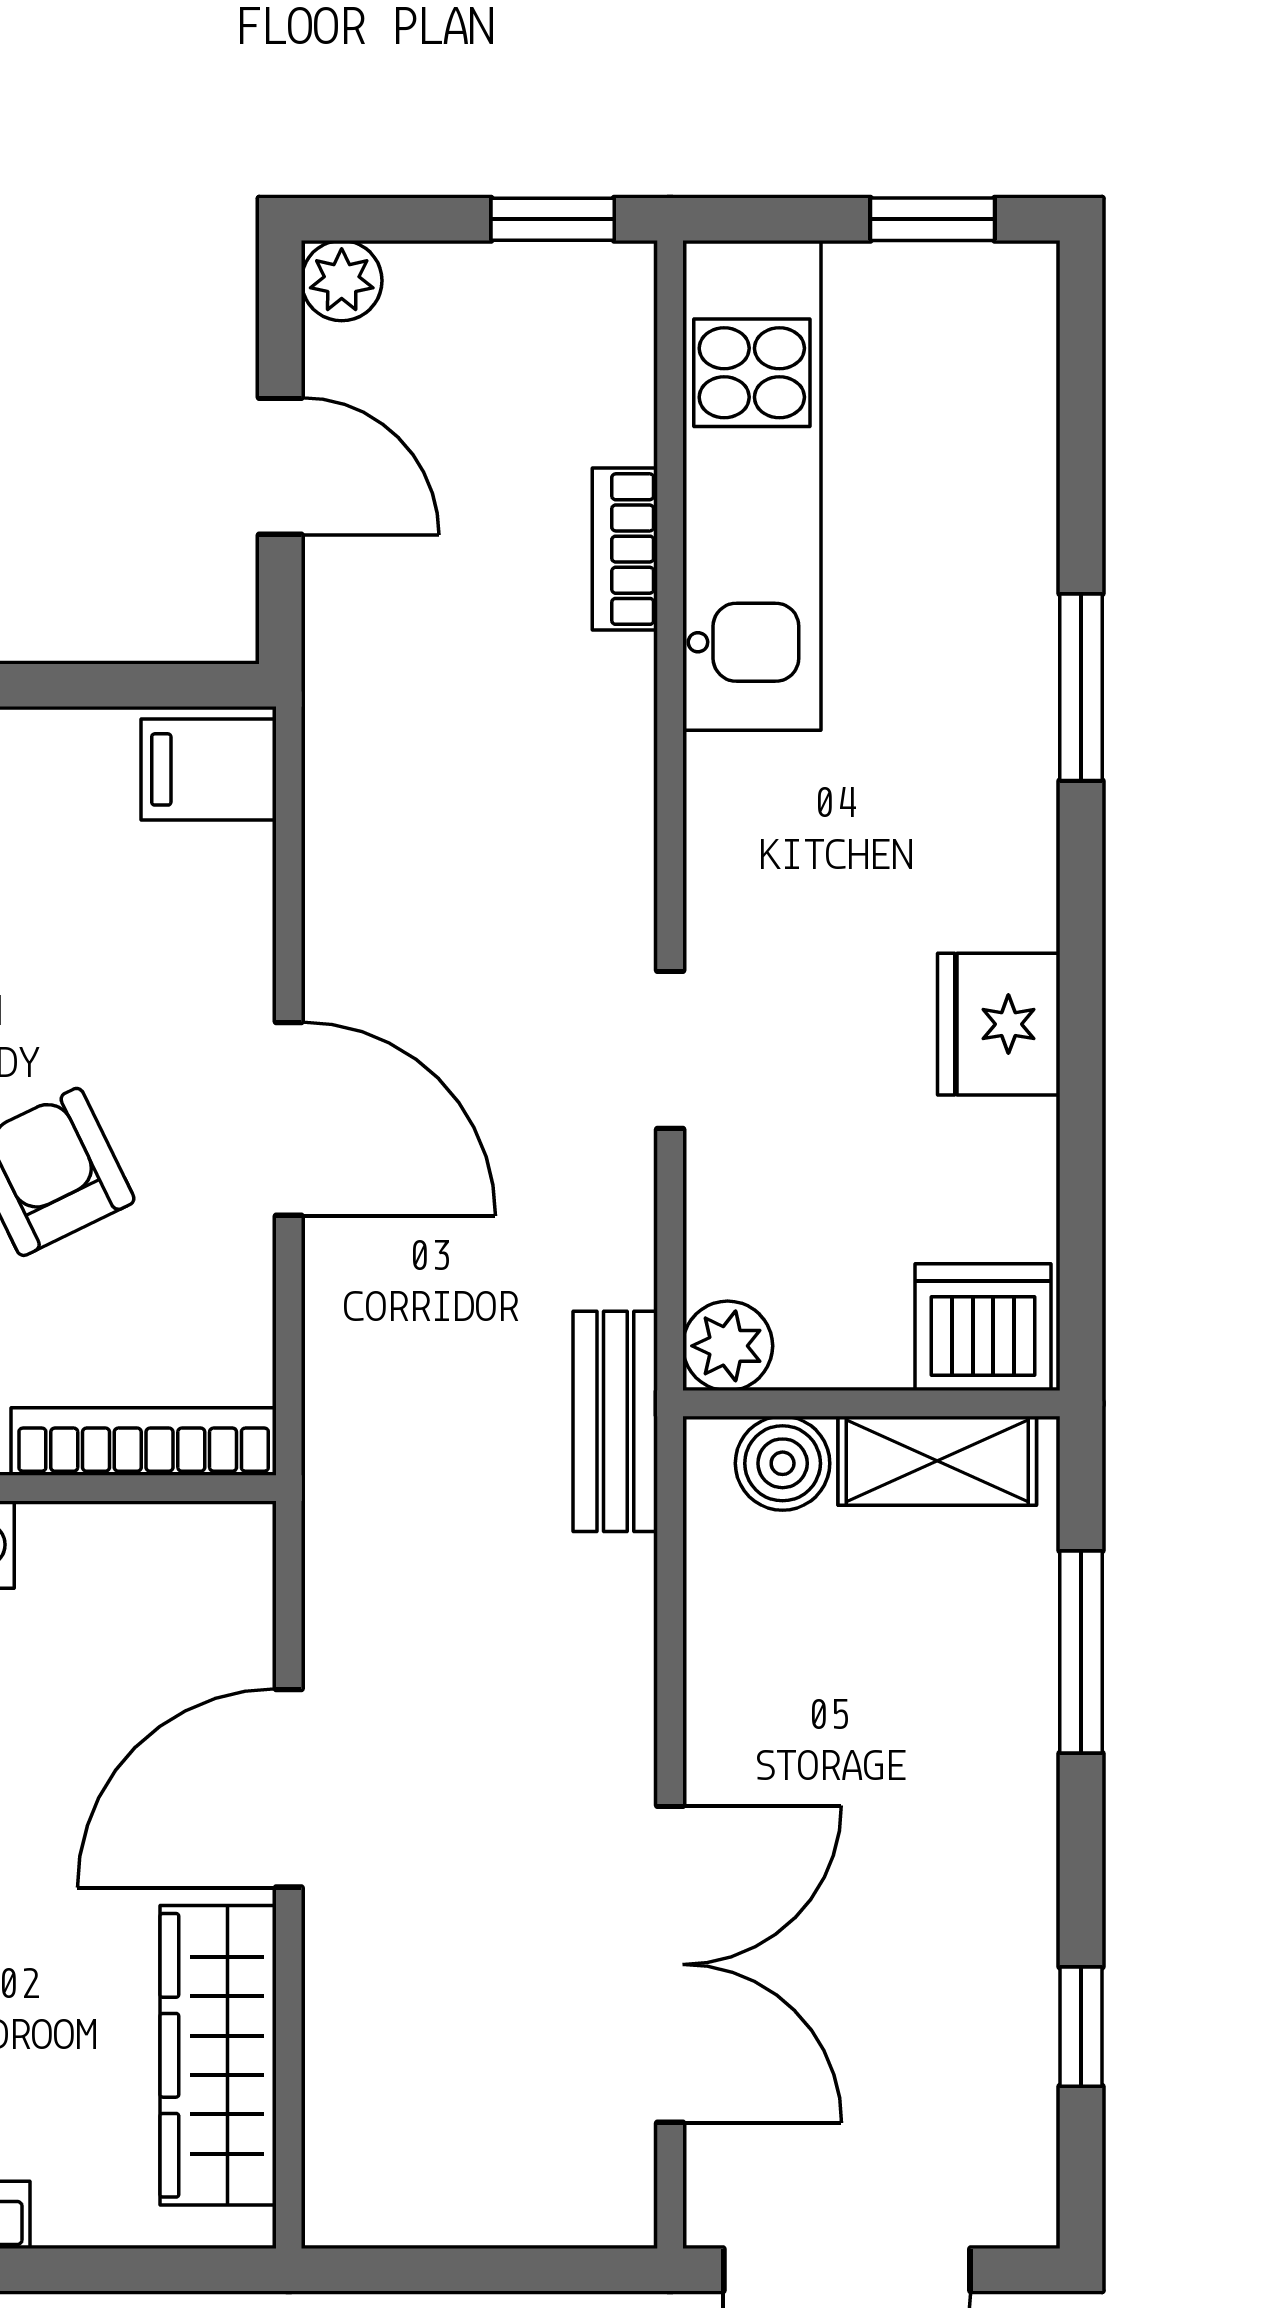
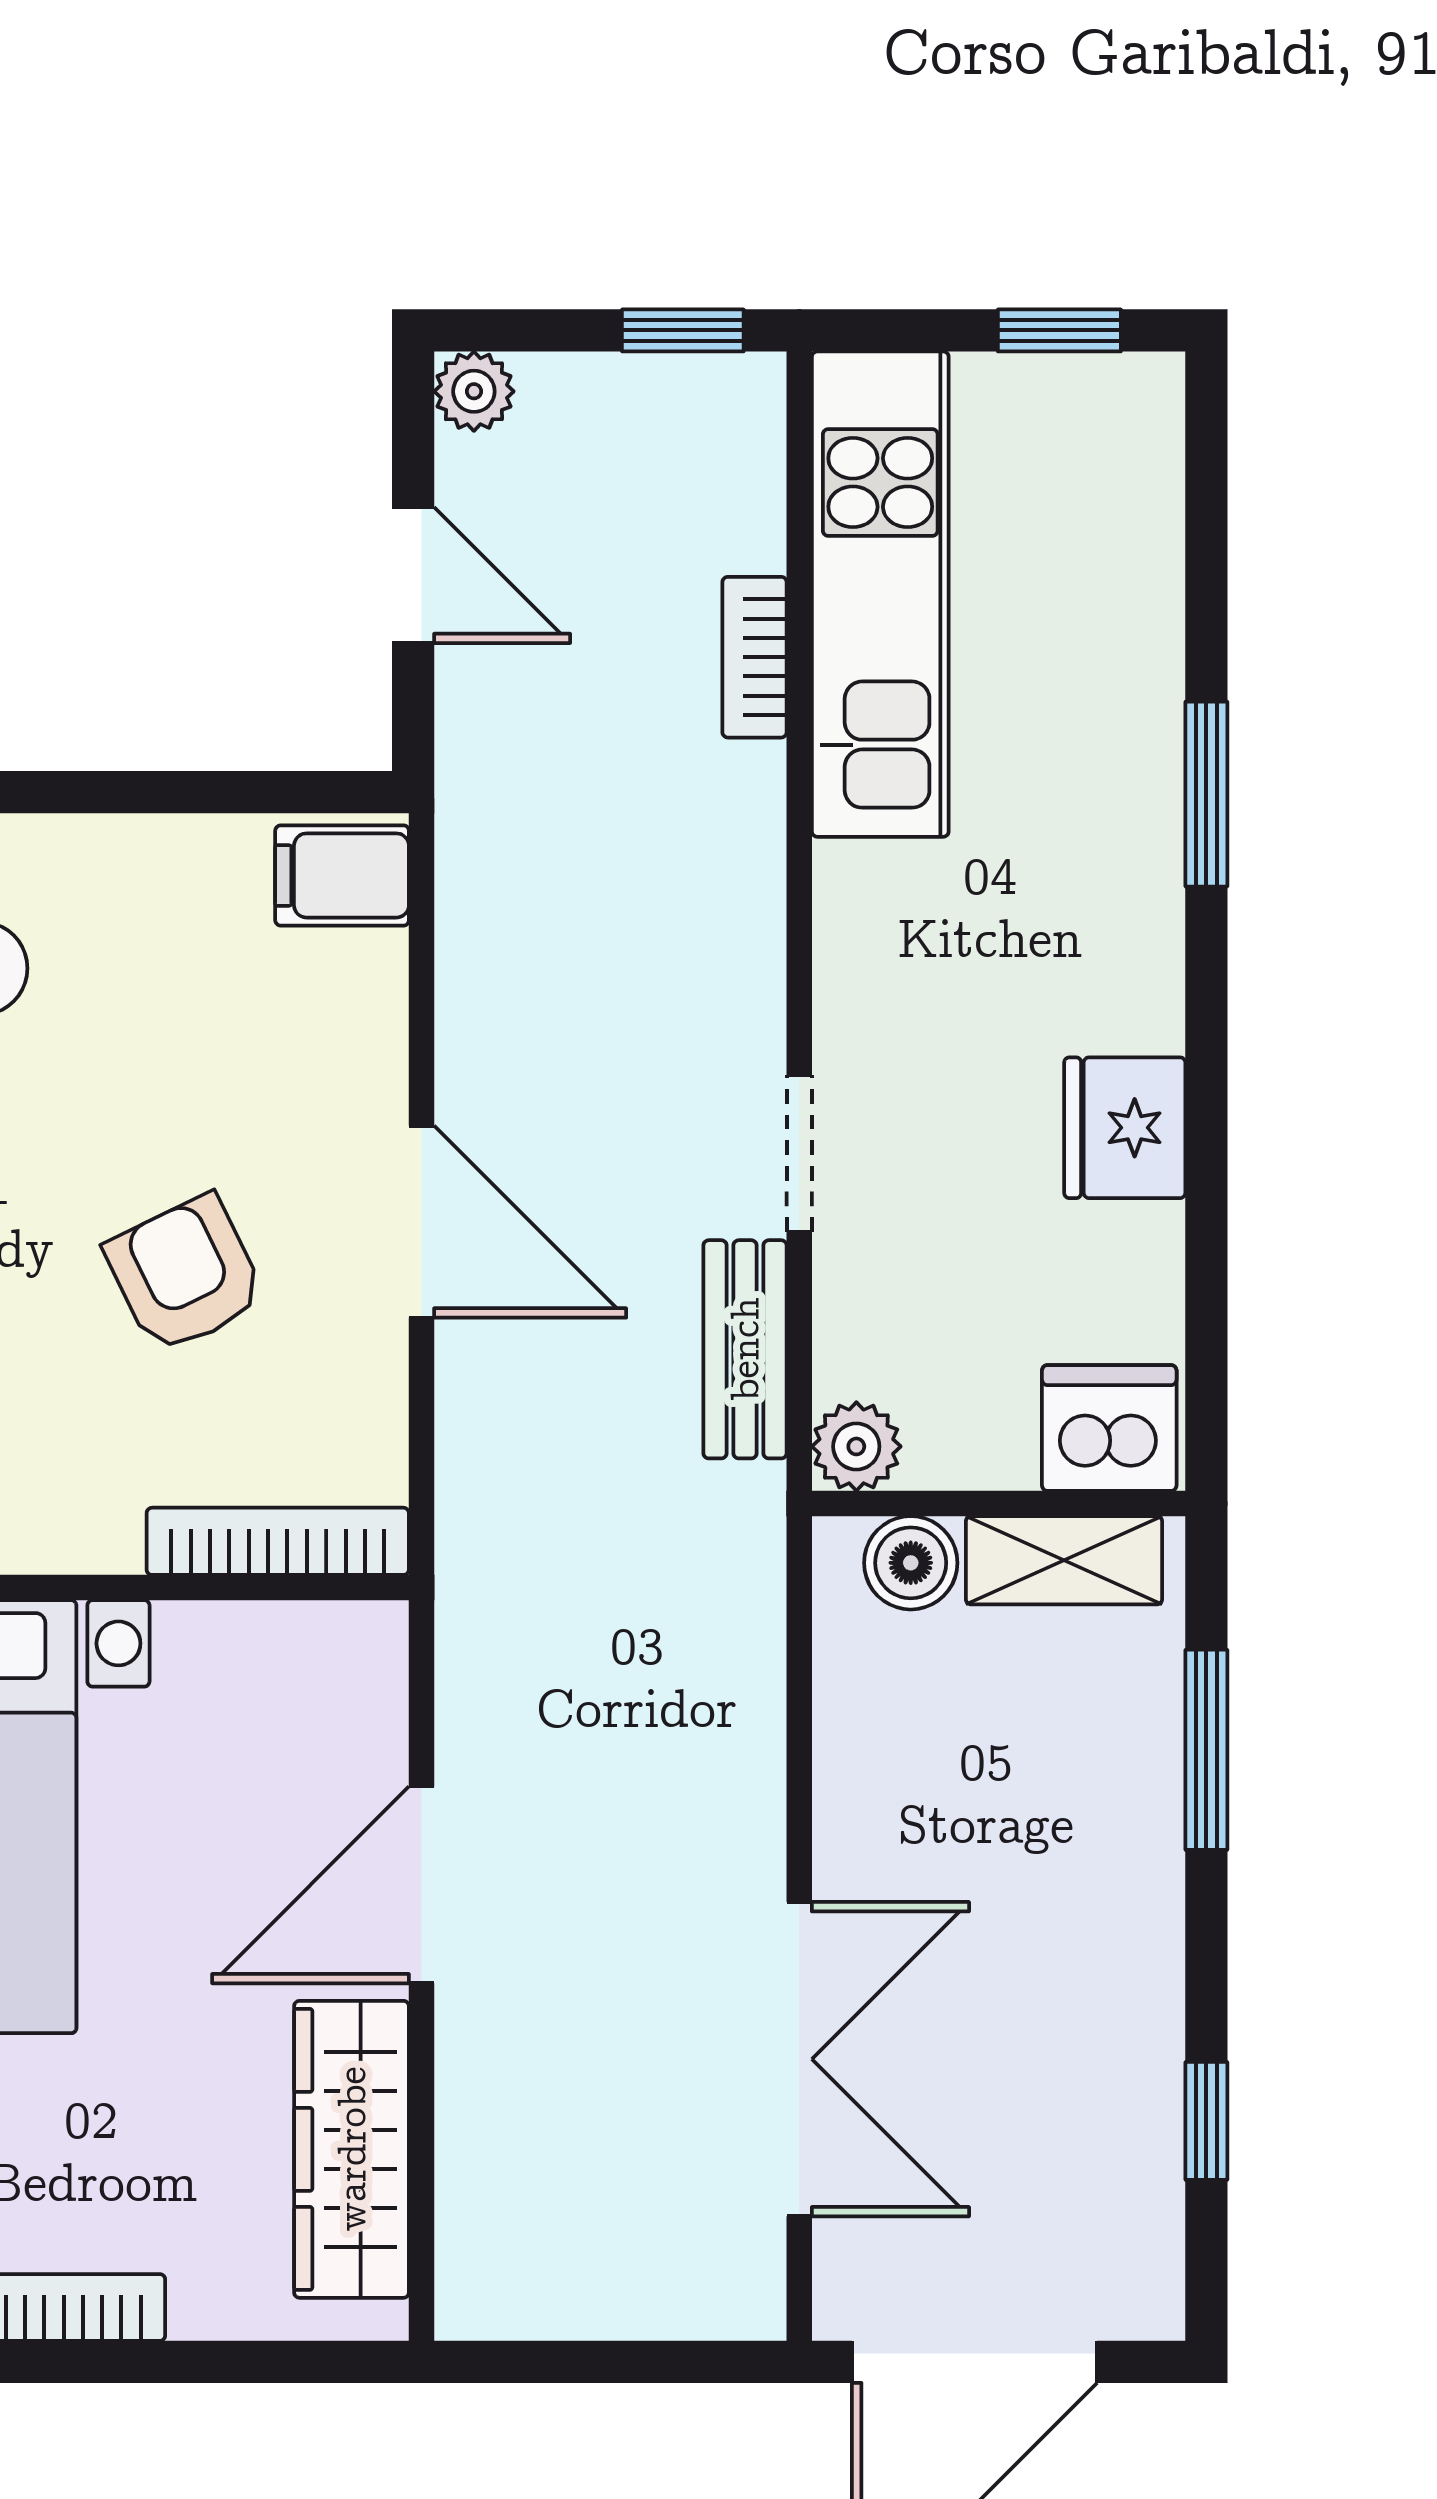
bench: (615, 1421) -> (745, 1349), moved

